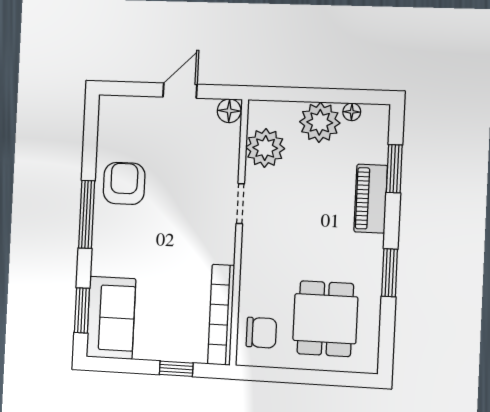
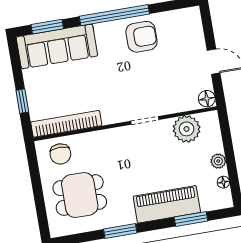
plant: (320, 122) -> (218, 161), width x0.53, depth x0.53
piano: (371, 199) -> (167, 204), width x1.37, depth x1.33
window: (87, 214) -> (114, 15), width x1.46
sofa: (111, 318) -> (57, 46), width x1.36

